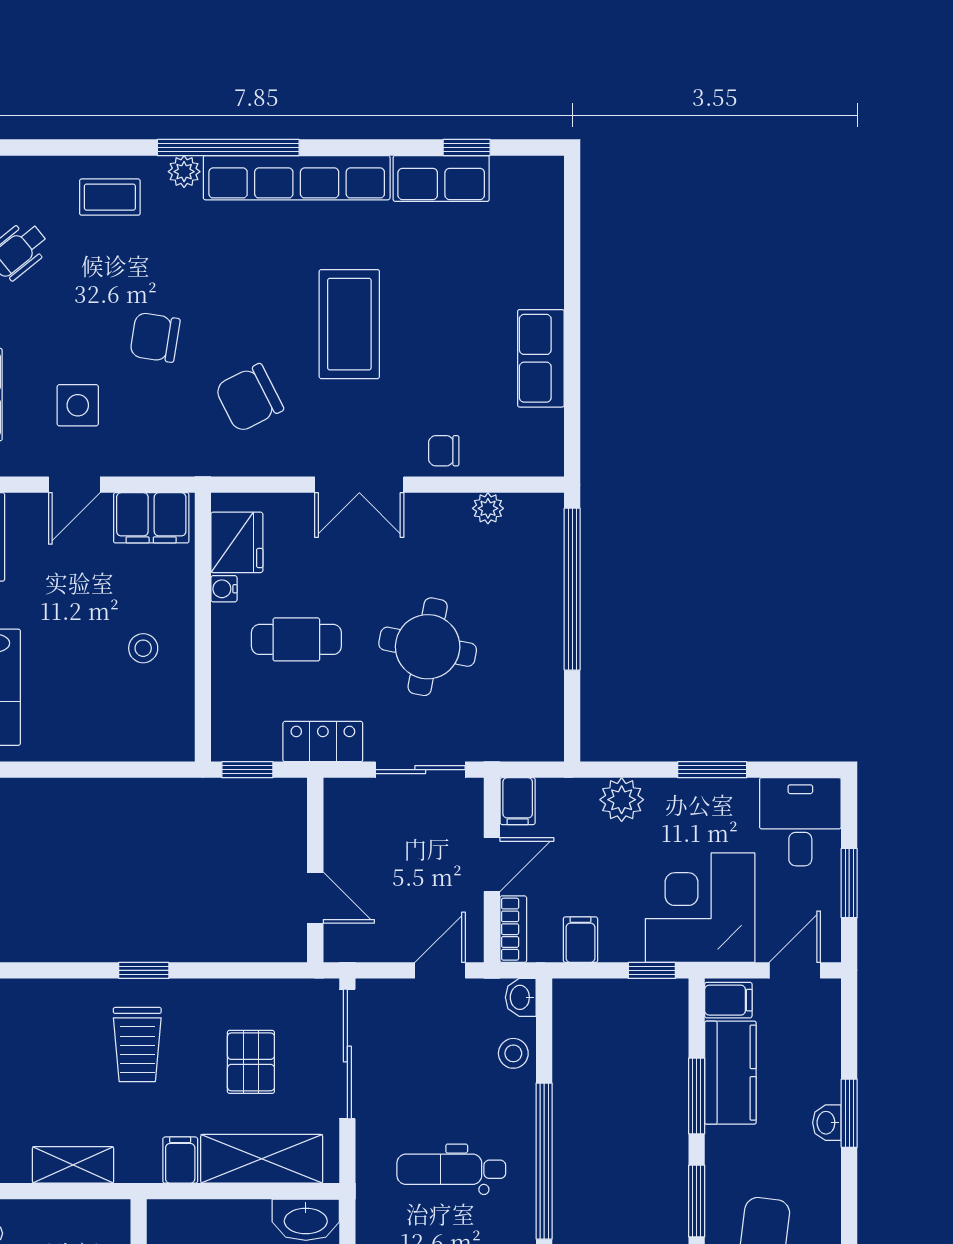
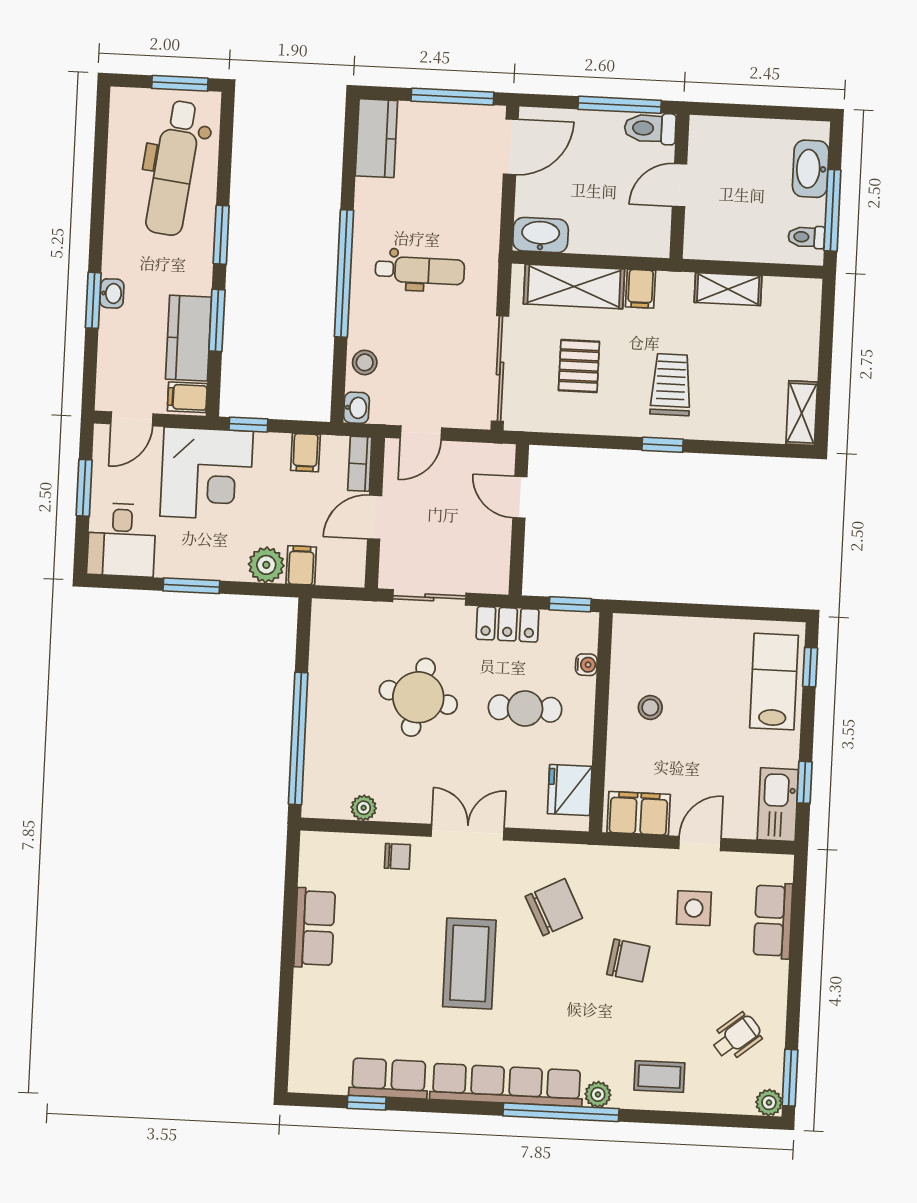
water cooler: (224, 589) -> (586, 665), moved
filing cabinet: (518, 801) -> (301, 565), moved

